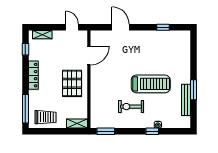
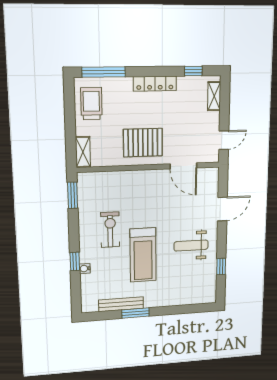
weight bench: (146, 50) -> (191, 246), added
trolley: (45, 117) -> (91, 104), turned 180

